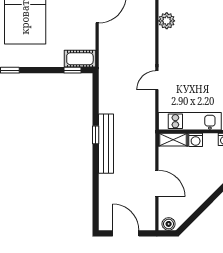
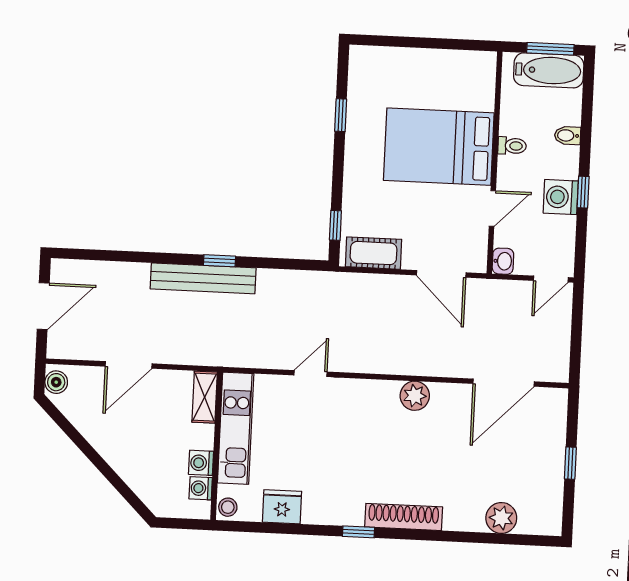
cot: (80, 59) -> (374, 253), moved, turned 90
door: (157, 80) -> (310, 374), hinge flipped
washing machine: (196, 140) -> (201, 463), moved

